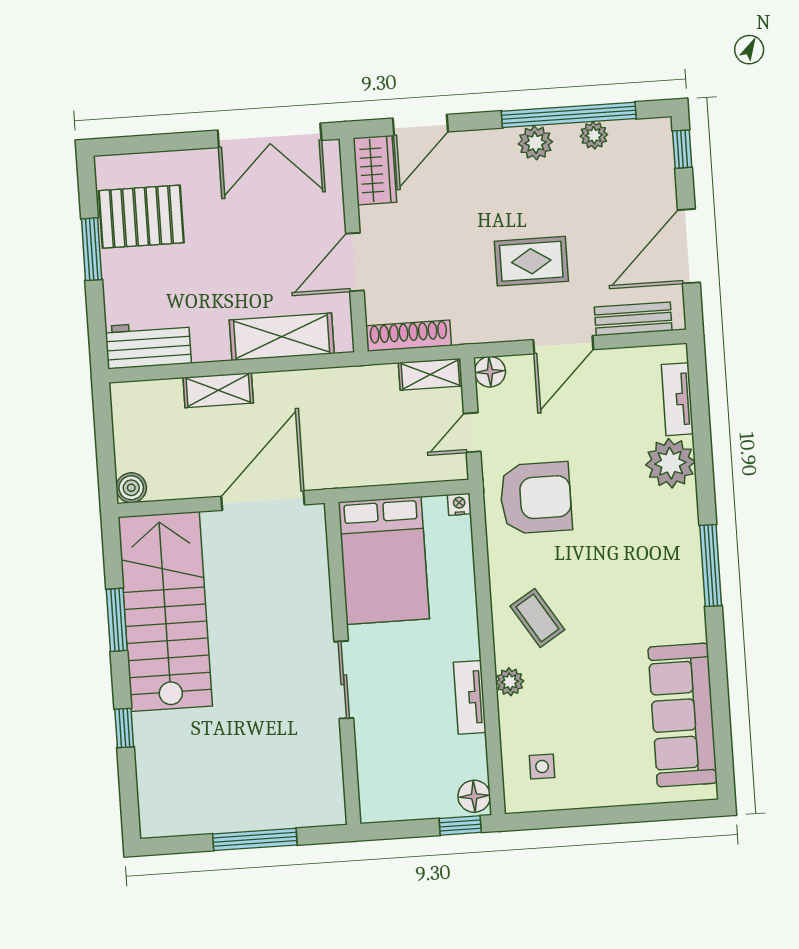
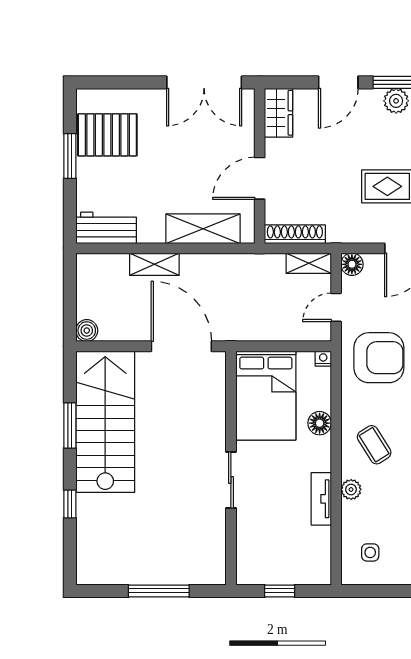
door: (420, 125) -> (338, 82), moved
door: (263, 501) -> (181, 346), hinge flipped
floor lamp: (474, 796) -> (320, 423), moved
window: (460, 825) -> (280, 591), moved

